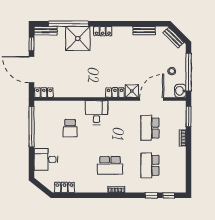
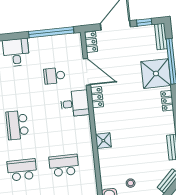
locker: (115, 93) -> (97, 97), moved
door: (152, 99) -> (87, 72), moved

